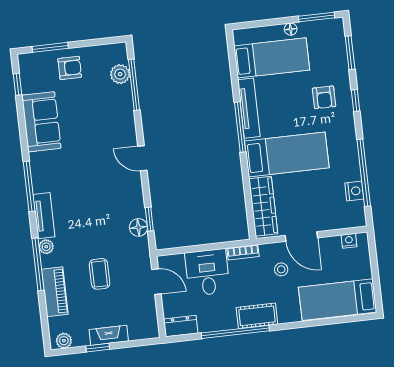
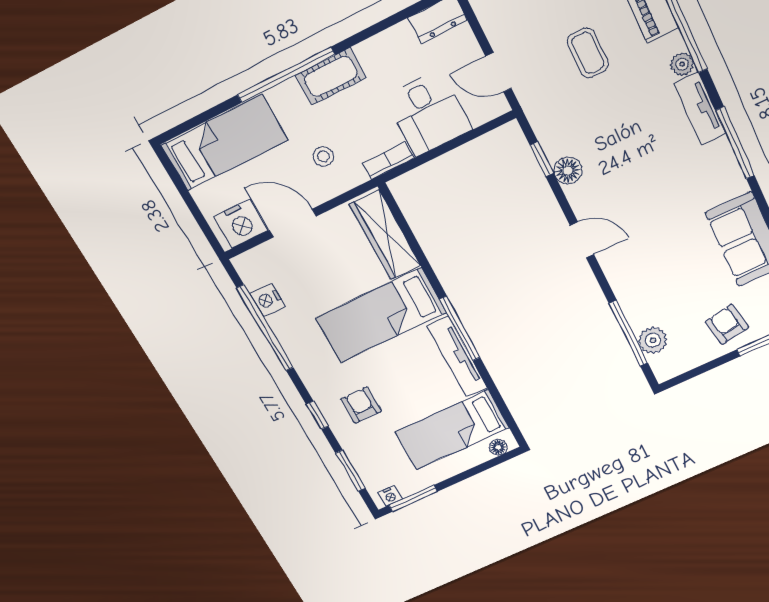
nightstand: (331, 24) -> (390, 496), added
floor lamp: (291, 29) -> (498, 447), moved
armchair: (70, 68) -> (727, 324), turned 80
floor lamp: (138, 227) -> (568, 171), moved
door: (301, 237) -> (293, 223), moved
nightstand: (349, 241) -> (241, 224), width x1.89, depth x1.79
window: (235, 332) -> (286, 75), moved

